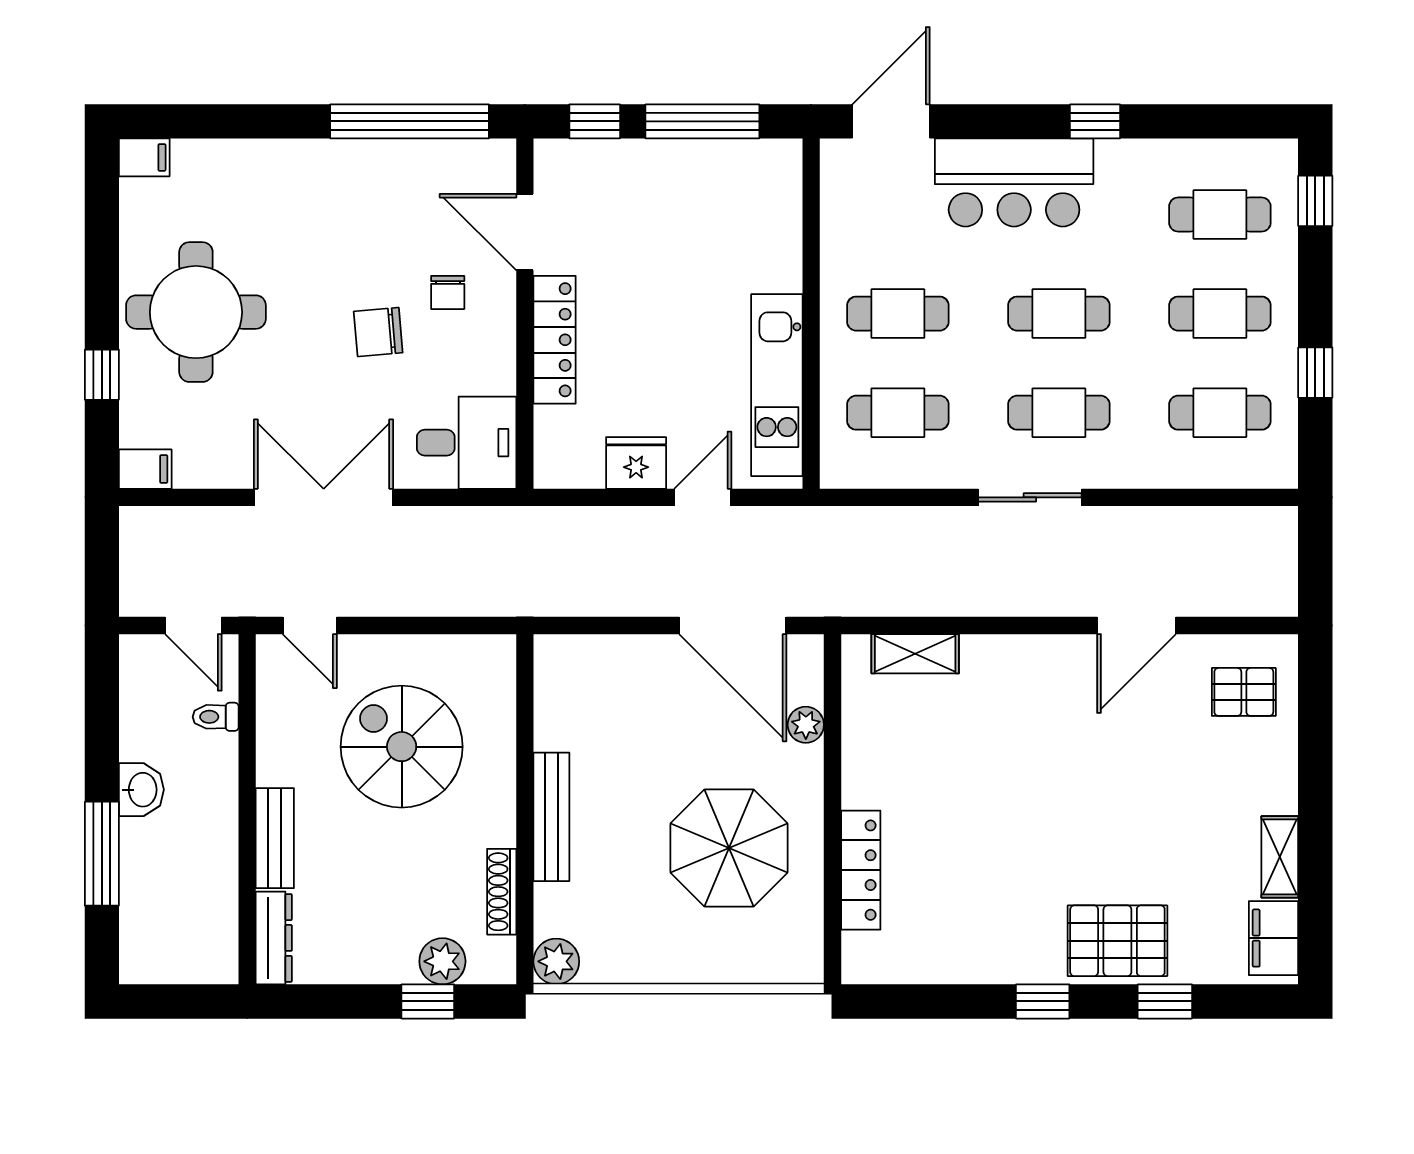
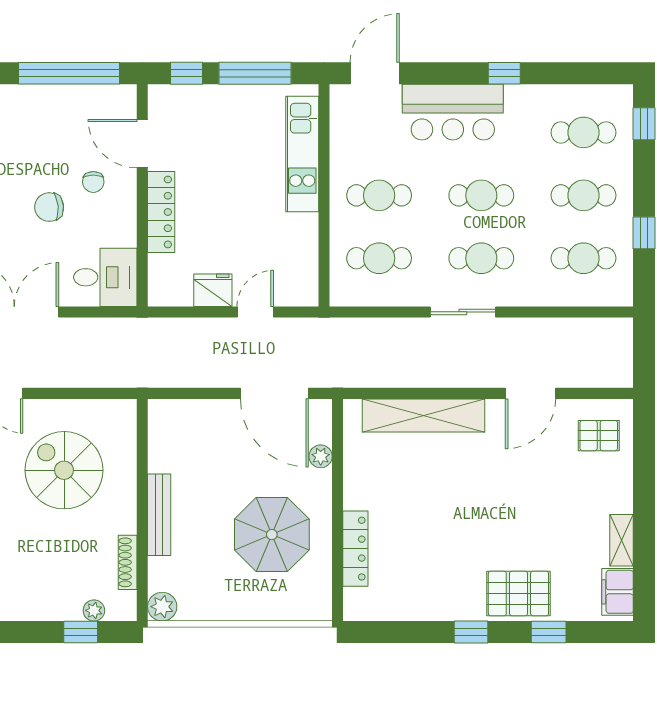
kitchen unit: (777, 385) -> (302, 154), moved
shelving: (915, 654) -> (423, 415), width x2.20, depth x1.33
plant: (442, 961) -> (94, 610), width x0.73, depth x0.73

